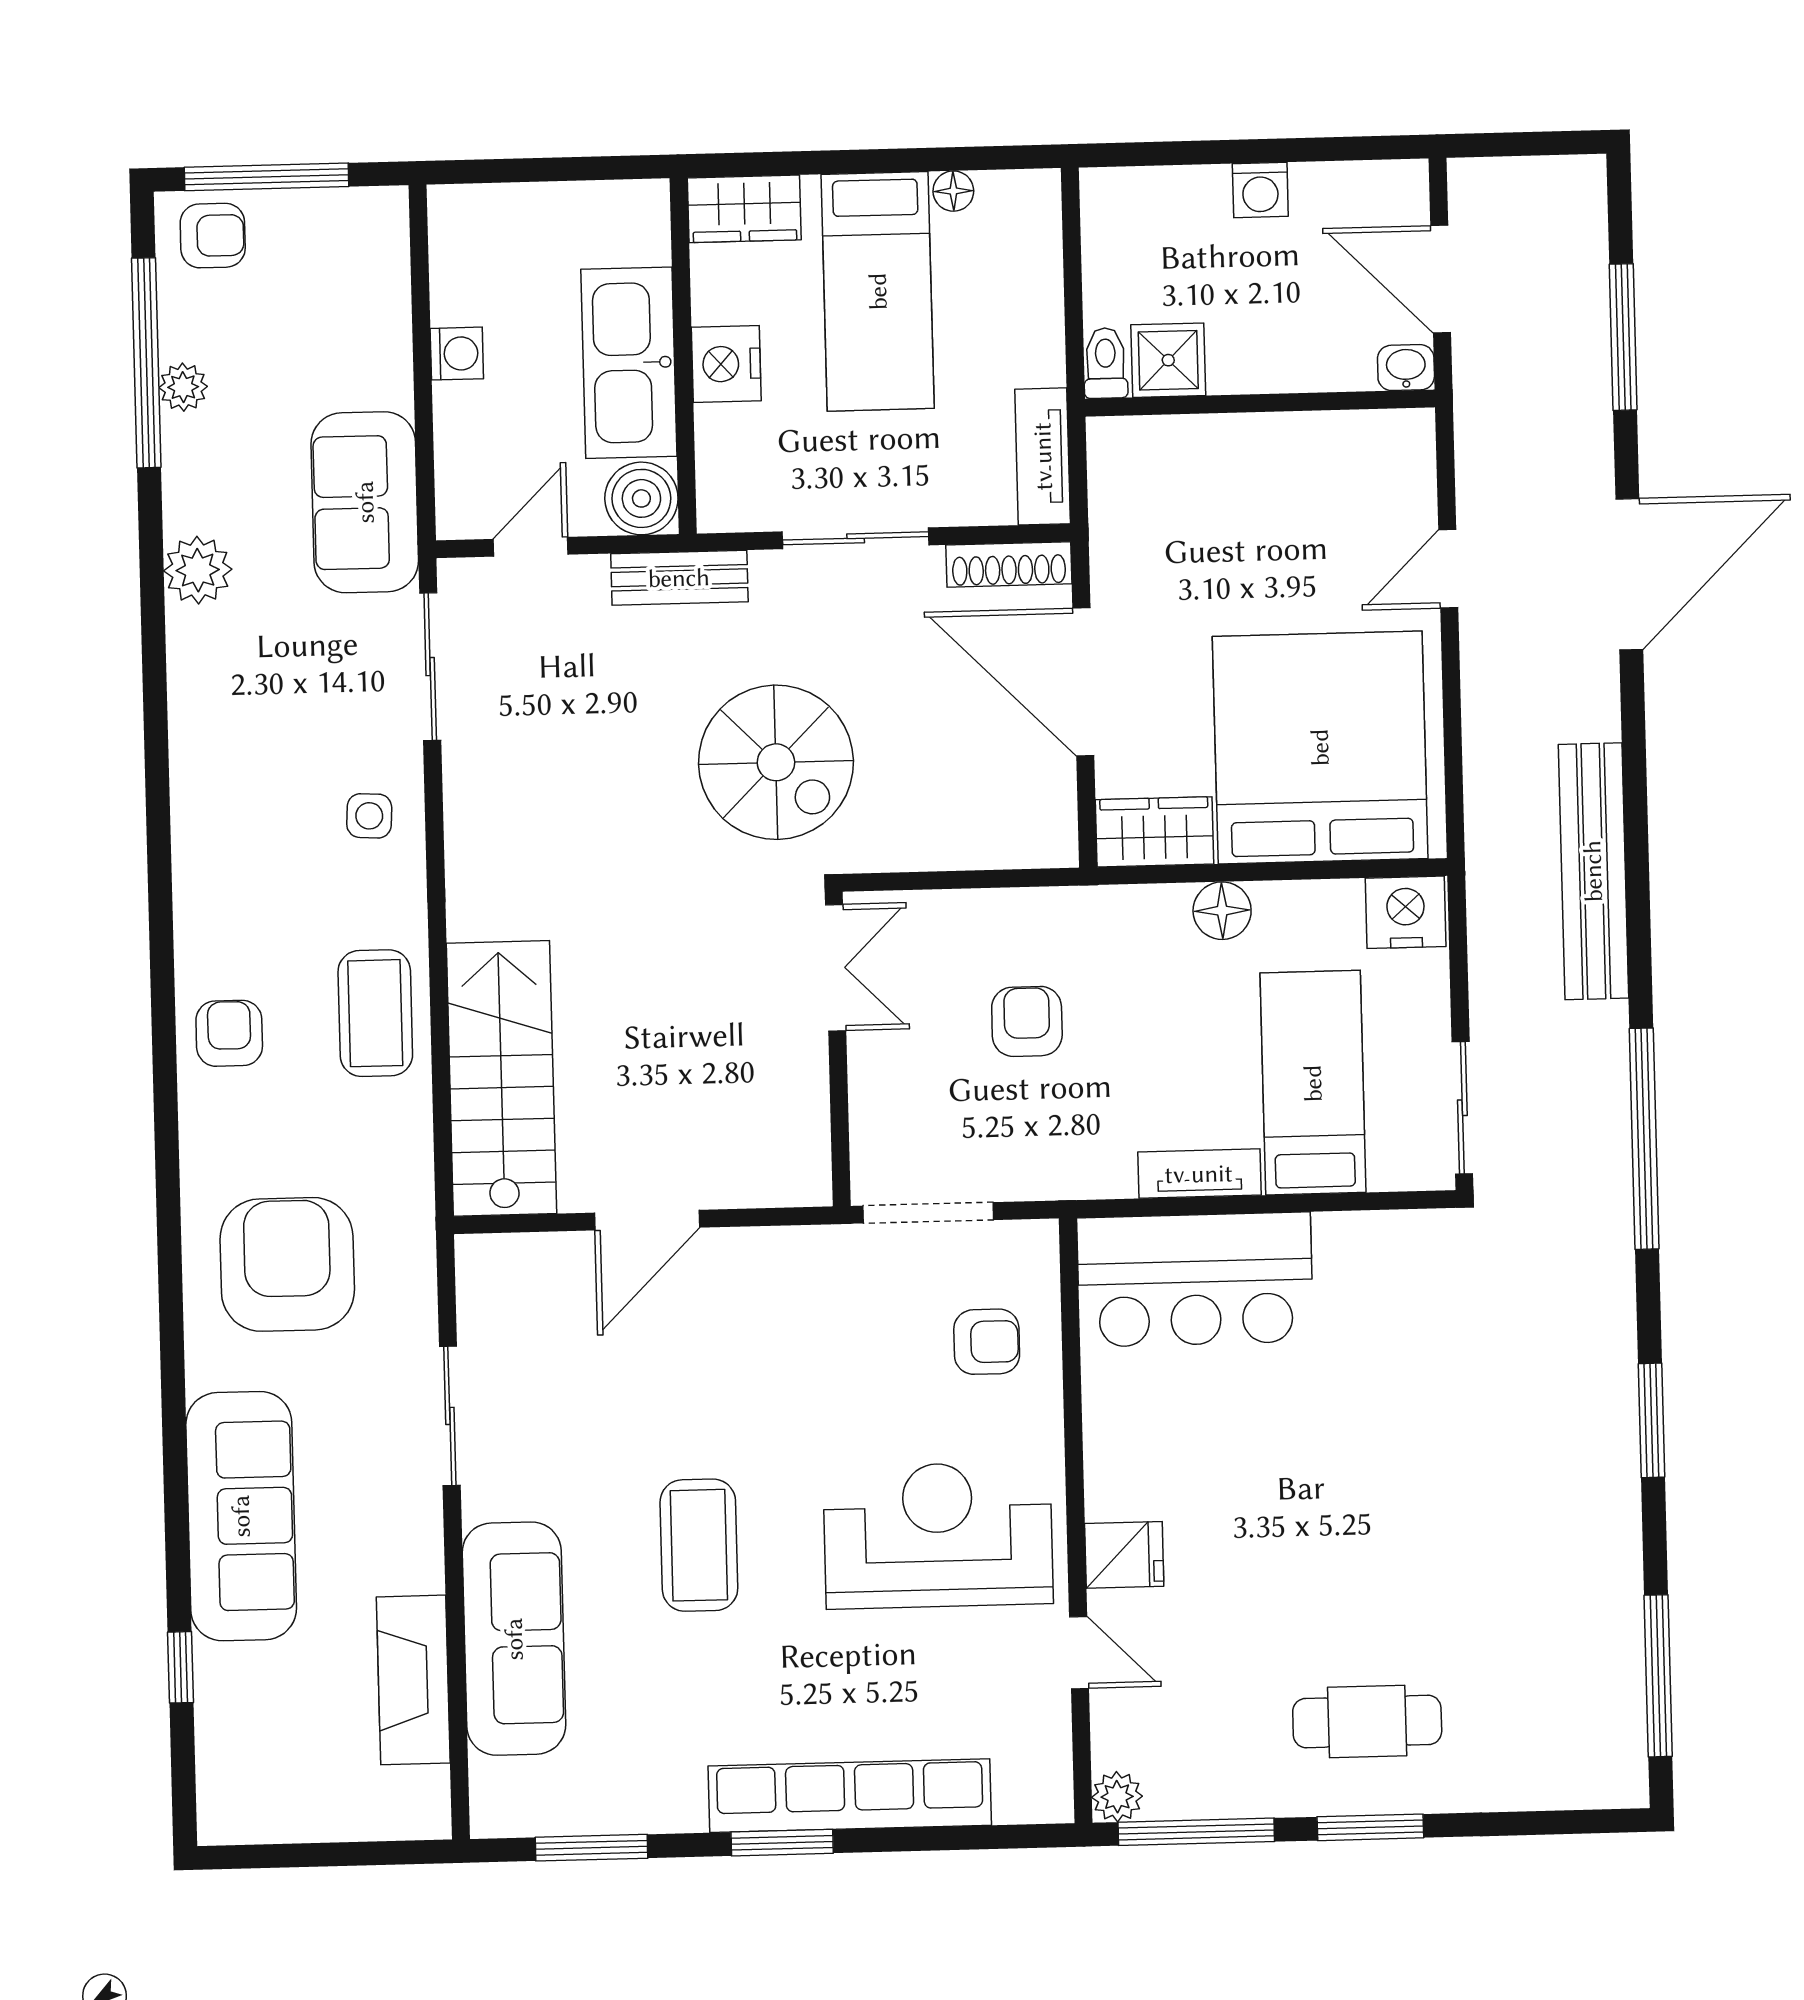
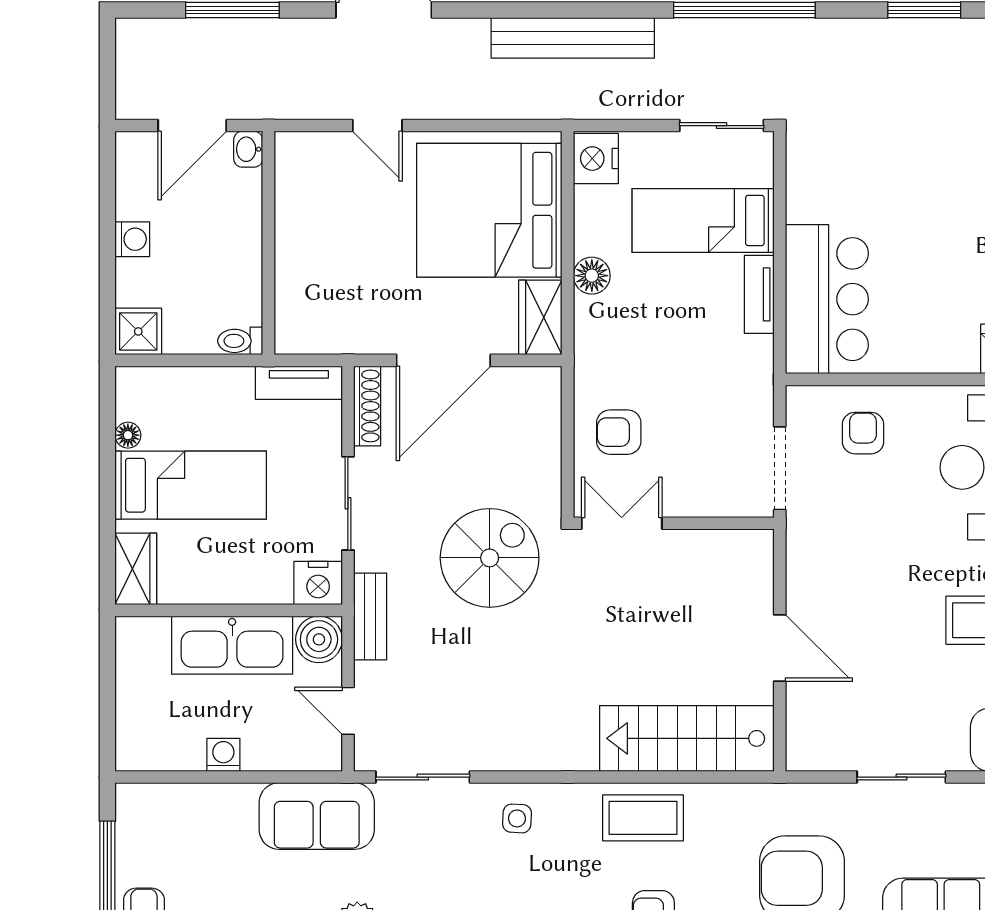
shower: (1168, 360) -> (138, 331), moved
nightstand: (726, 364) -> (318, 583), moved
armchair: (1027, 1021) -> (619, 432), moved

